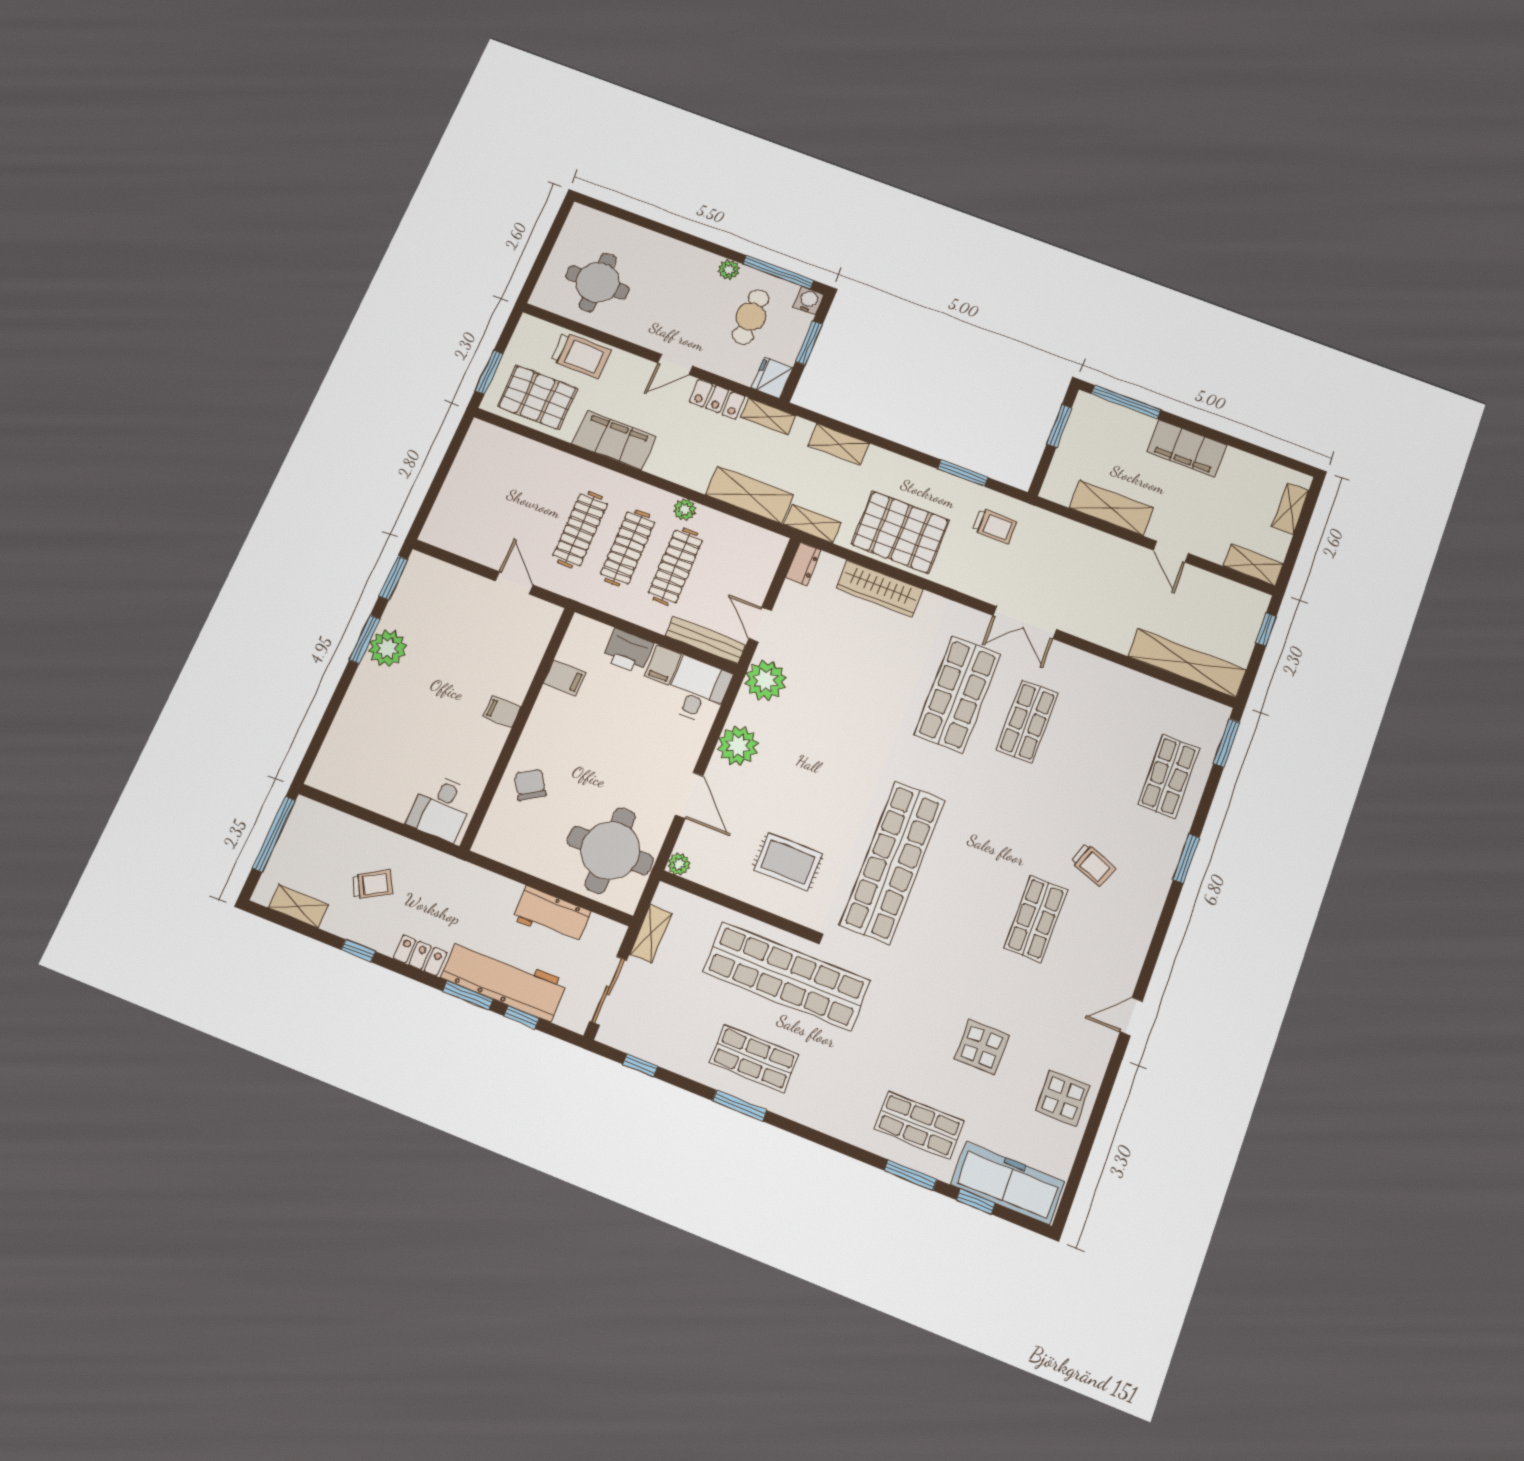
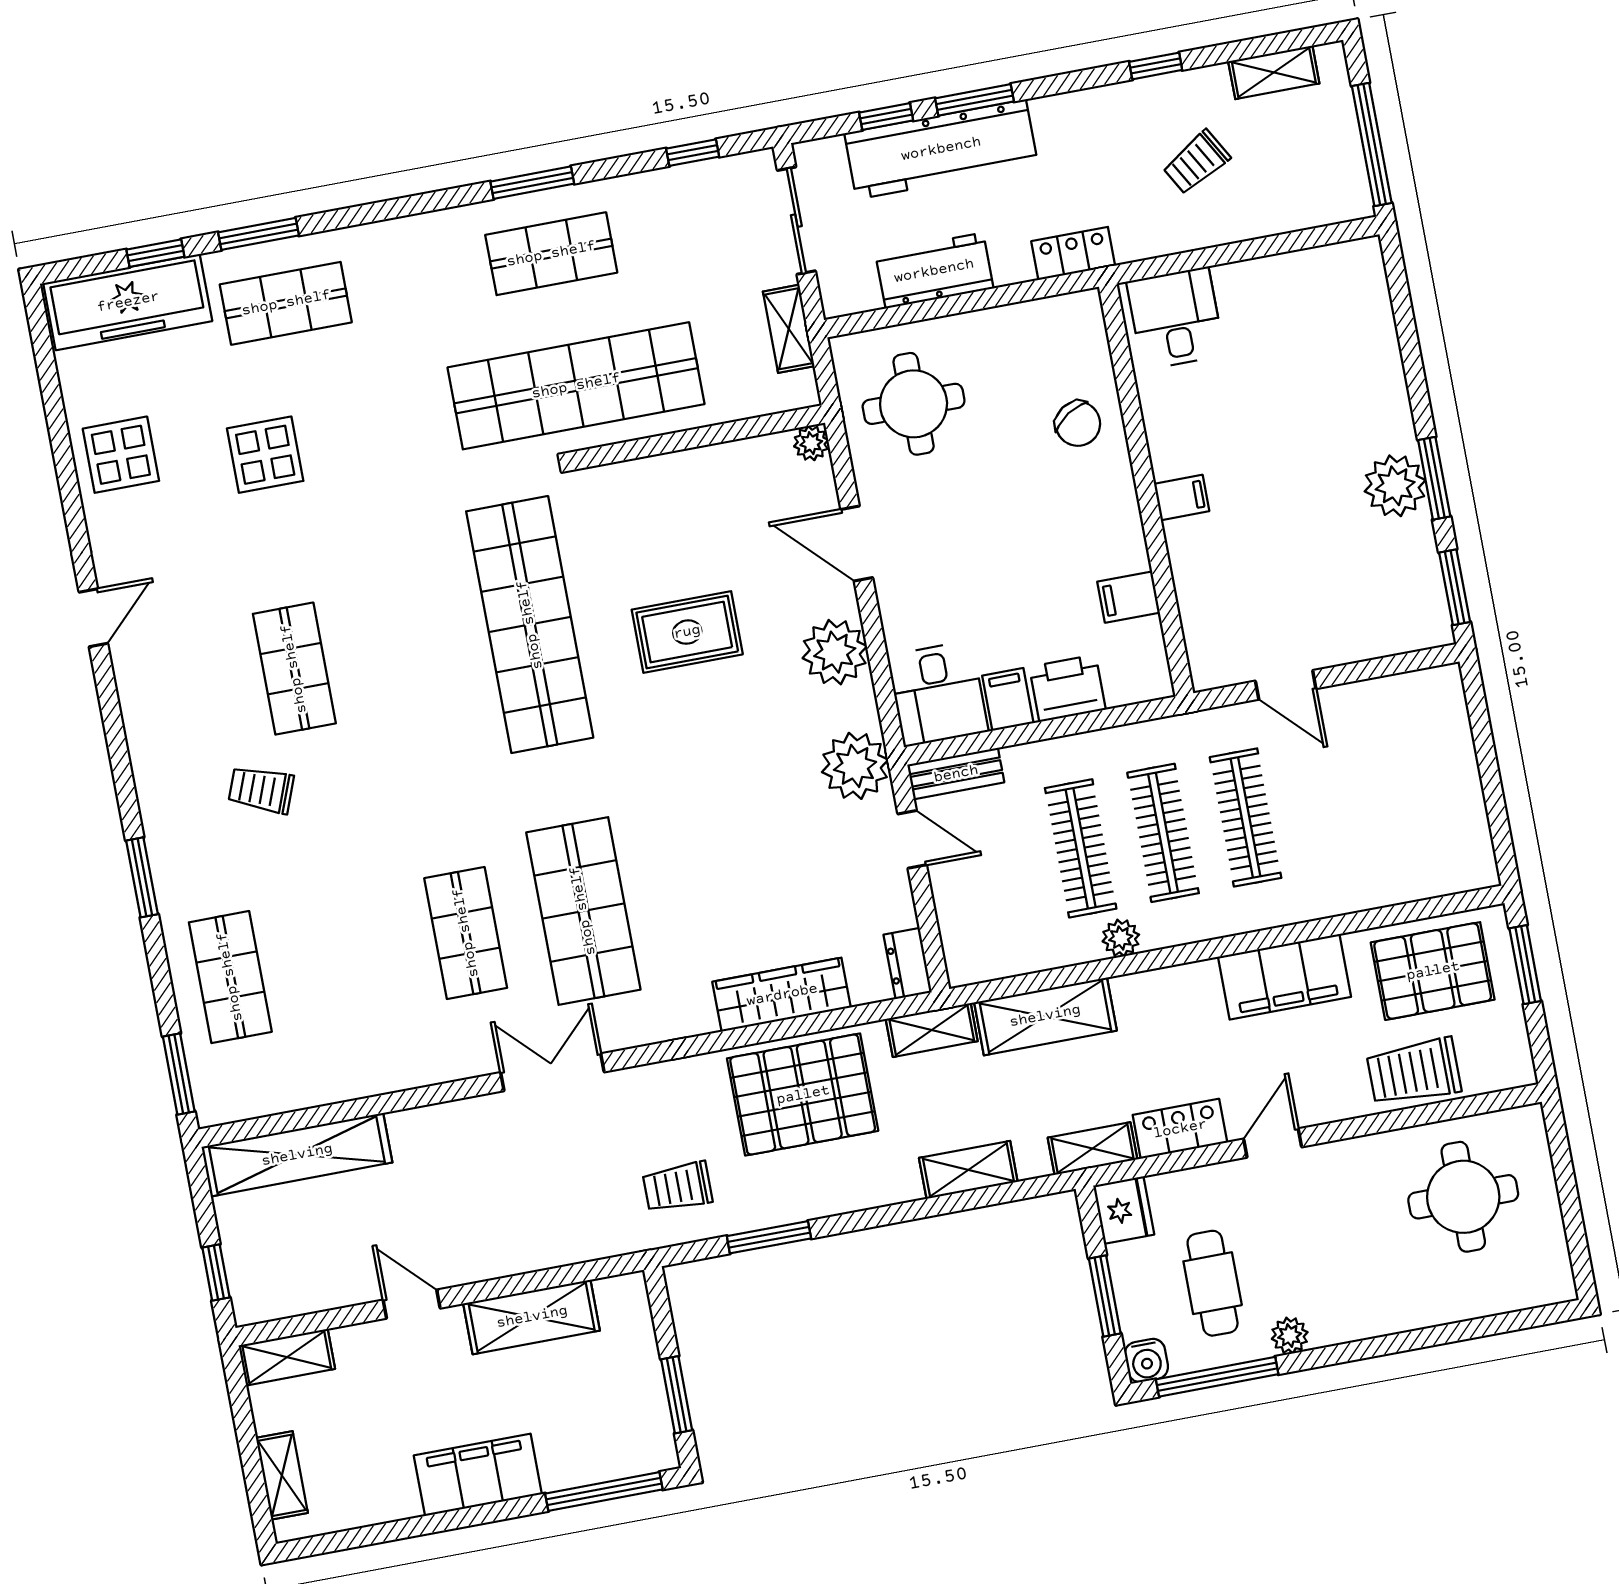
bench: (706, 640) -> (956, 774), width x0.73
round table: (610, 850) -> (914, 404), width x0.73, depth x0.73
rug: (788, 862) -> (687, 632), moved
locker: (420, 955) -> (1073, 253), moved, turned 180

